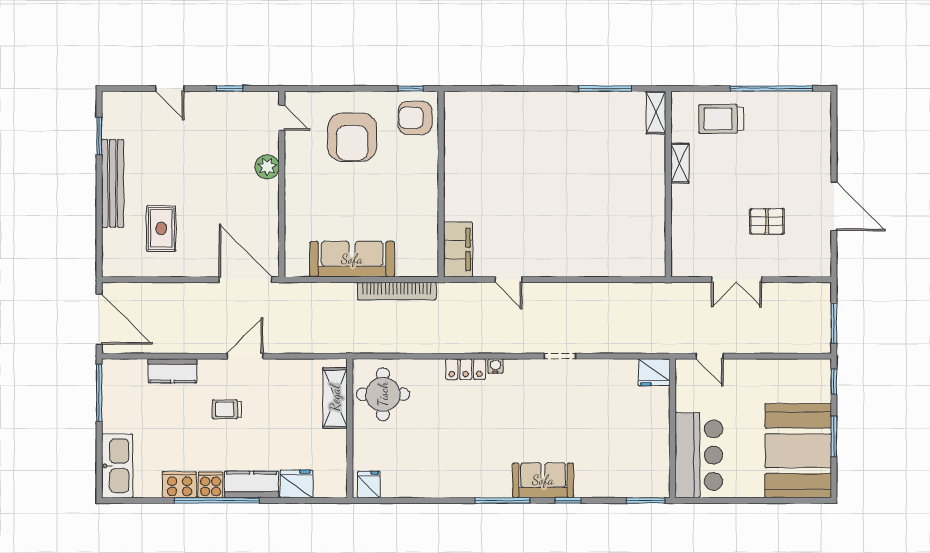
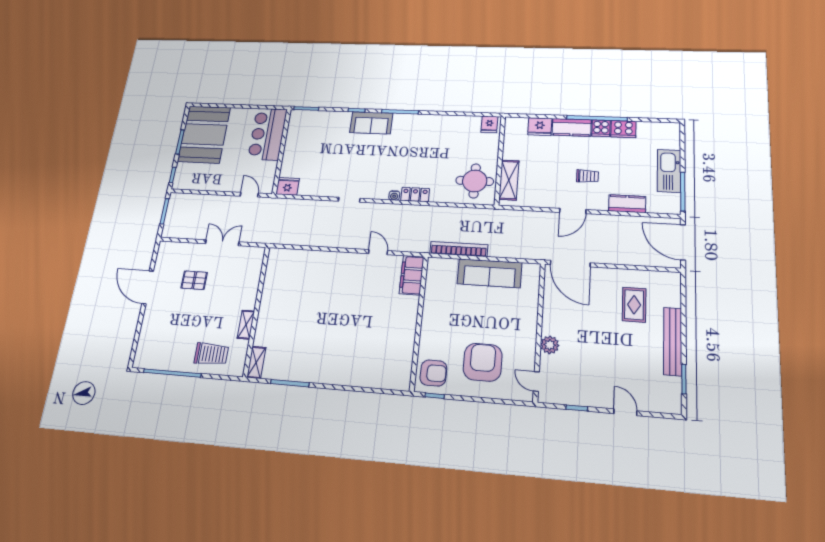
kitchen sink: (117, 466) -> (669, 171), moved

